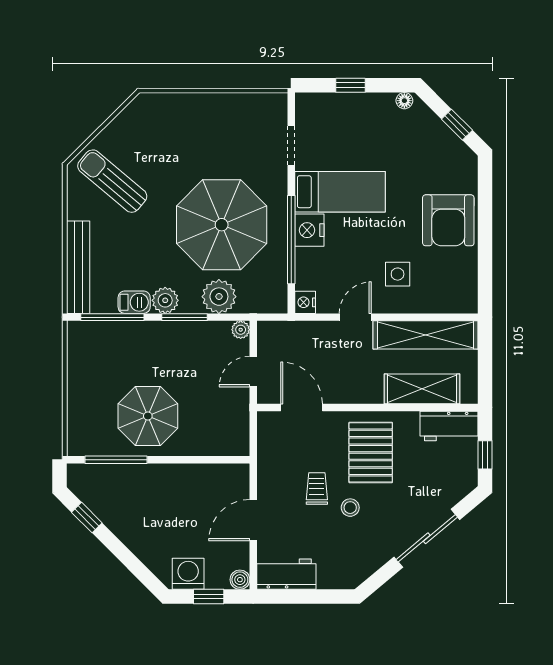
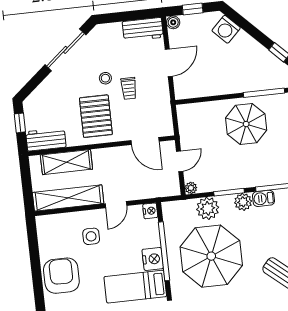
sliding door: (427, 538) -> (65, 50), moved
washing machine: (188, 574) -> (226, 29), moved, turned 45

